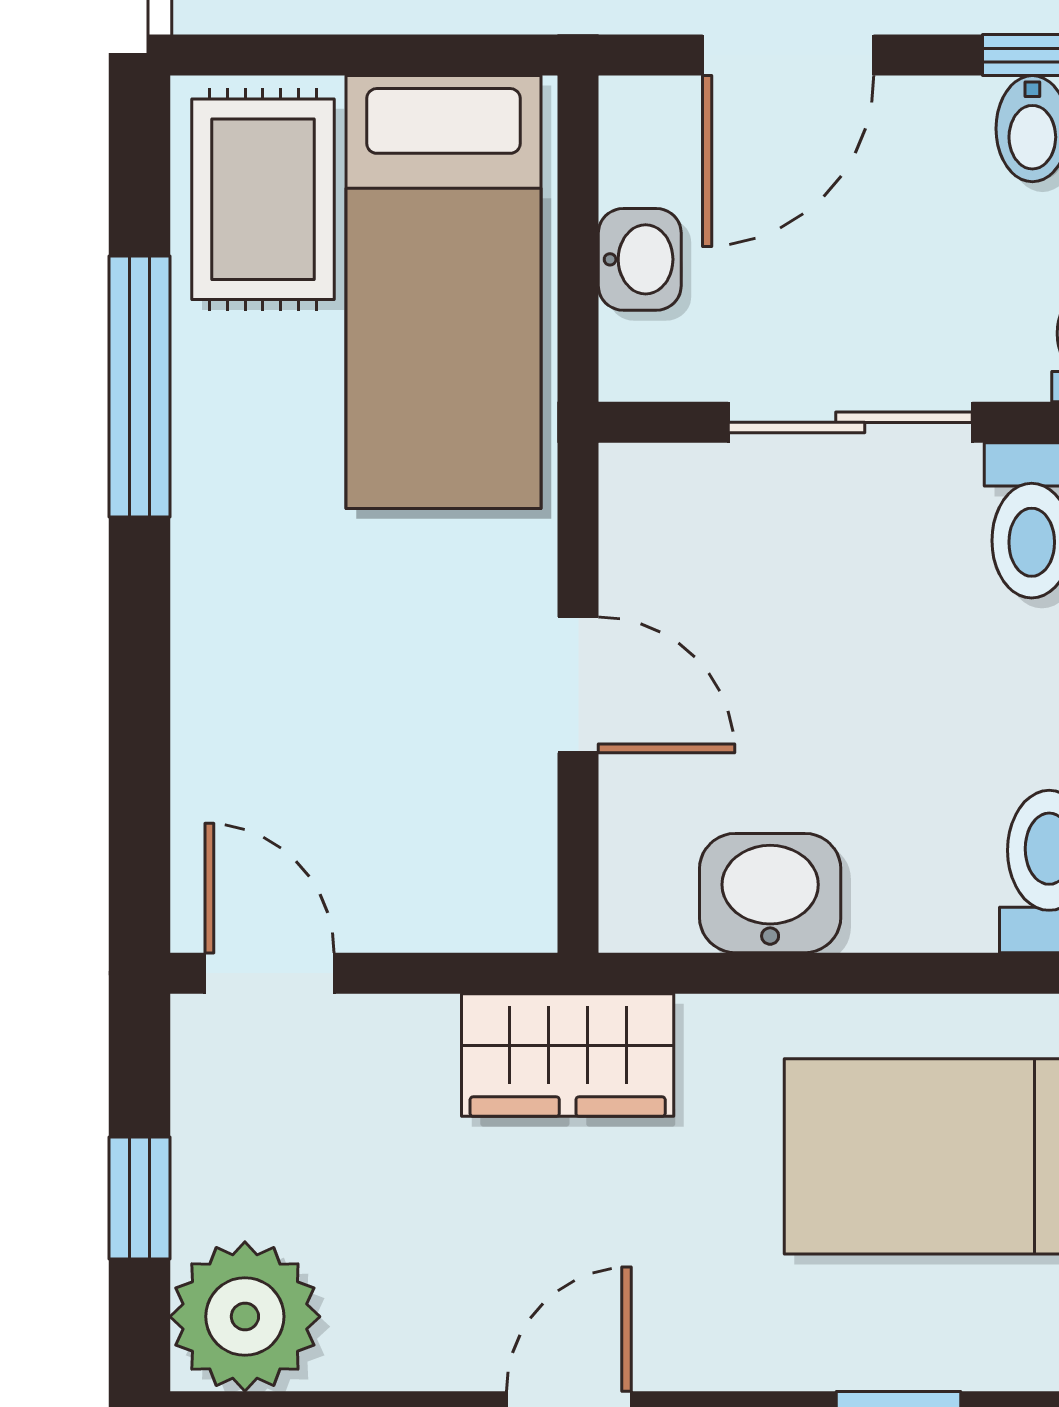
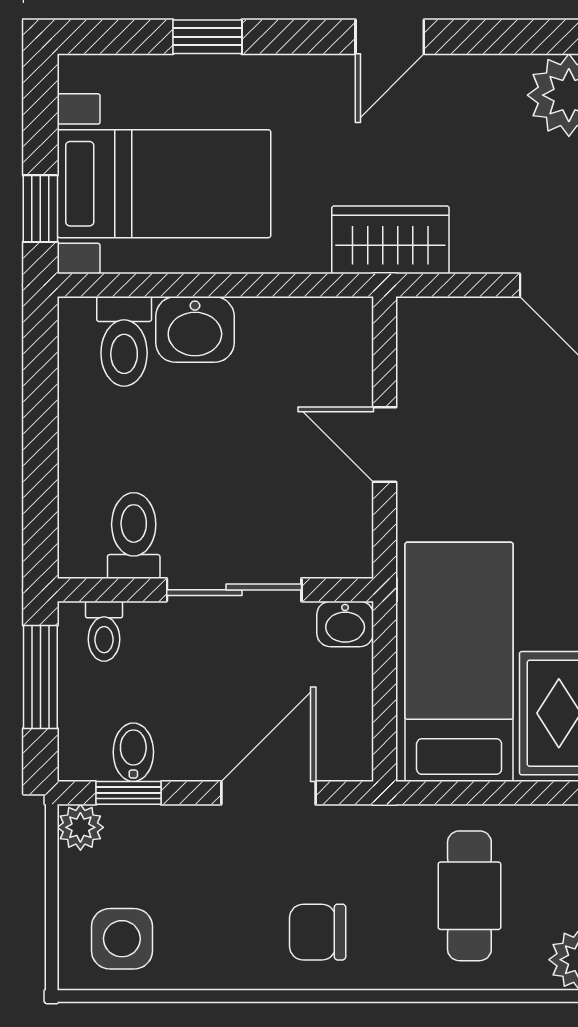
washbasin: (640, 259) -> (345, 624), moved, turned -90
washbasin: (770, 893) -> (195, 329), moved

